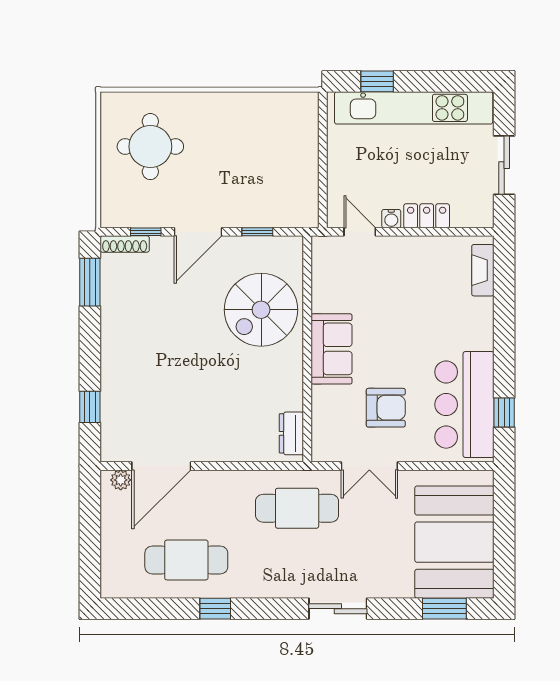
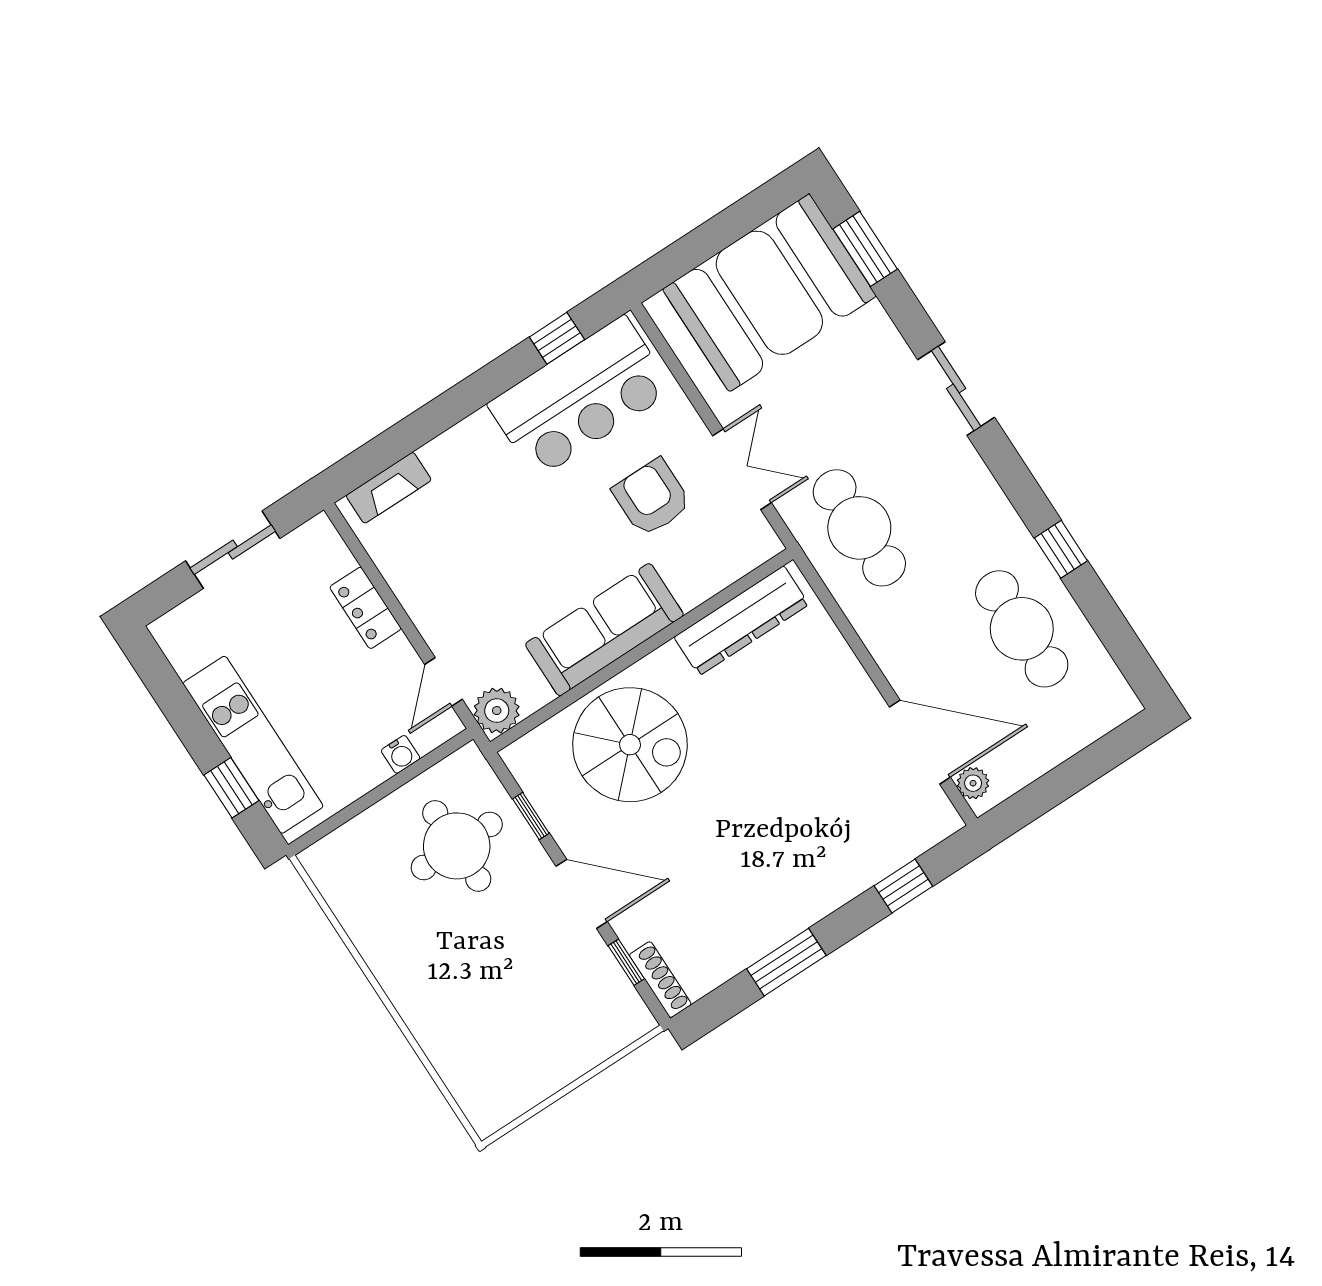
kitchen unit: (414, 108) -> (253, 745), width x0.73
round table: (150, 147) -> (457, 846), moved
water cooler: (391, 219) -> (401, 754), moved, turned 90
plant: (326, 250) -> (497, 711), added
window: (90, 282) -> (786, 962), moved
sofa: (332, 349) -> (604, 630), width x1.36
dresser: (291, 433) -> (742, 621), width x1.96, depth x1.24

